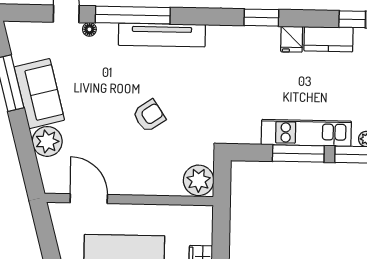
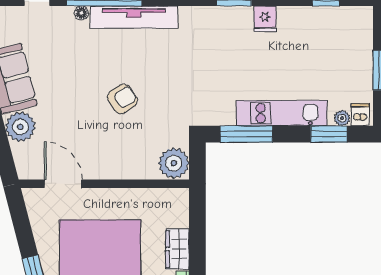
floor lamp: (89, 29) -> (81, 13), moved
kitchen counter: (328, 39) -> (302, 18), removed
window: (298, 154) -> (246, 134), moved

